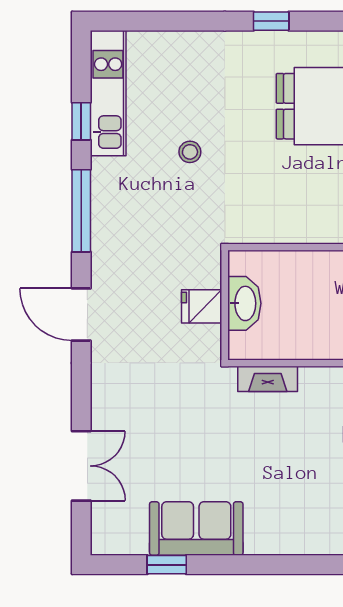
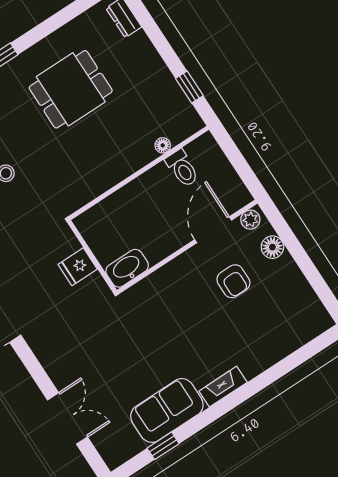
washbasin: (244, 303) -> (127, 268), moved, turned -90
fireplace: (268, 379) -> (223, 387), moved, turned 180

